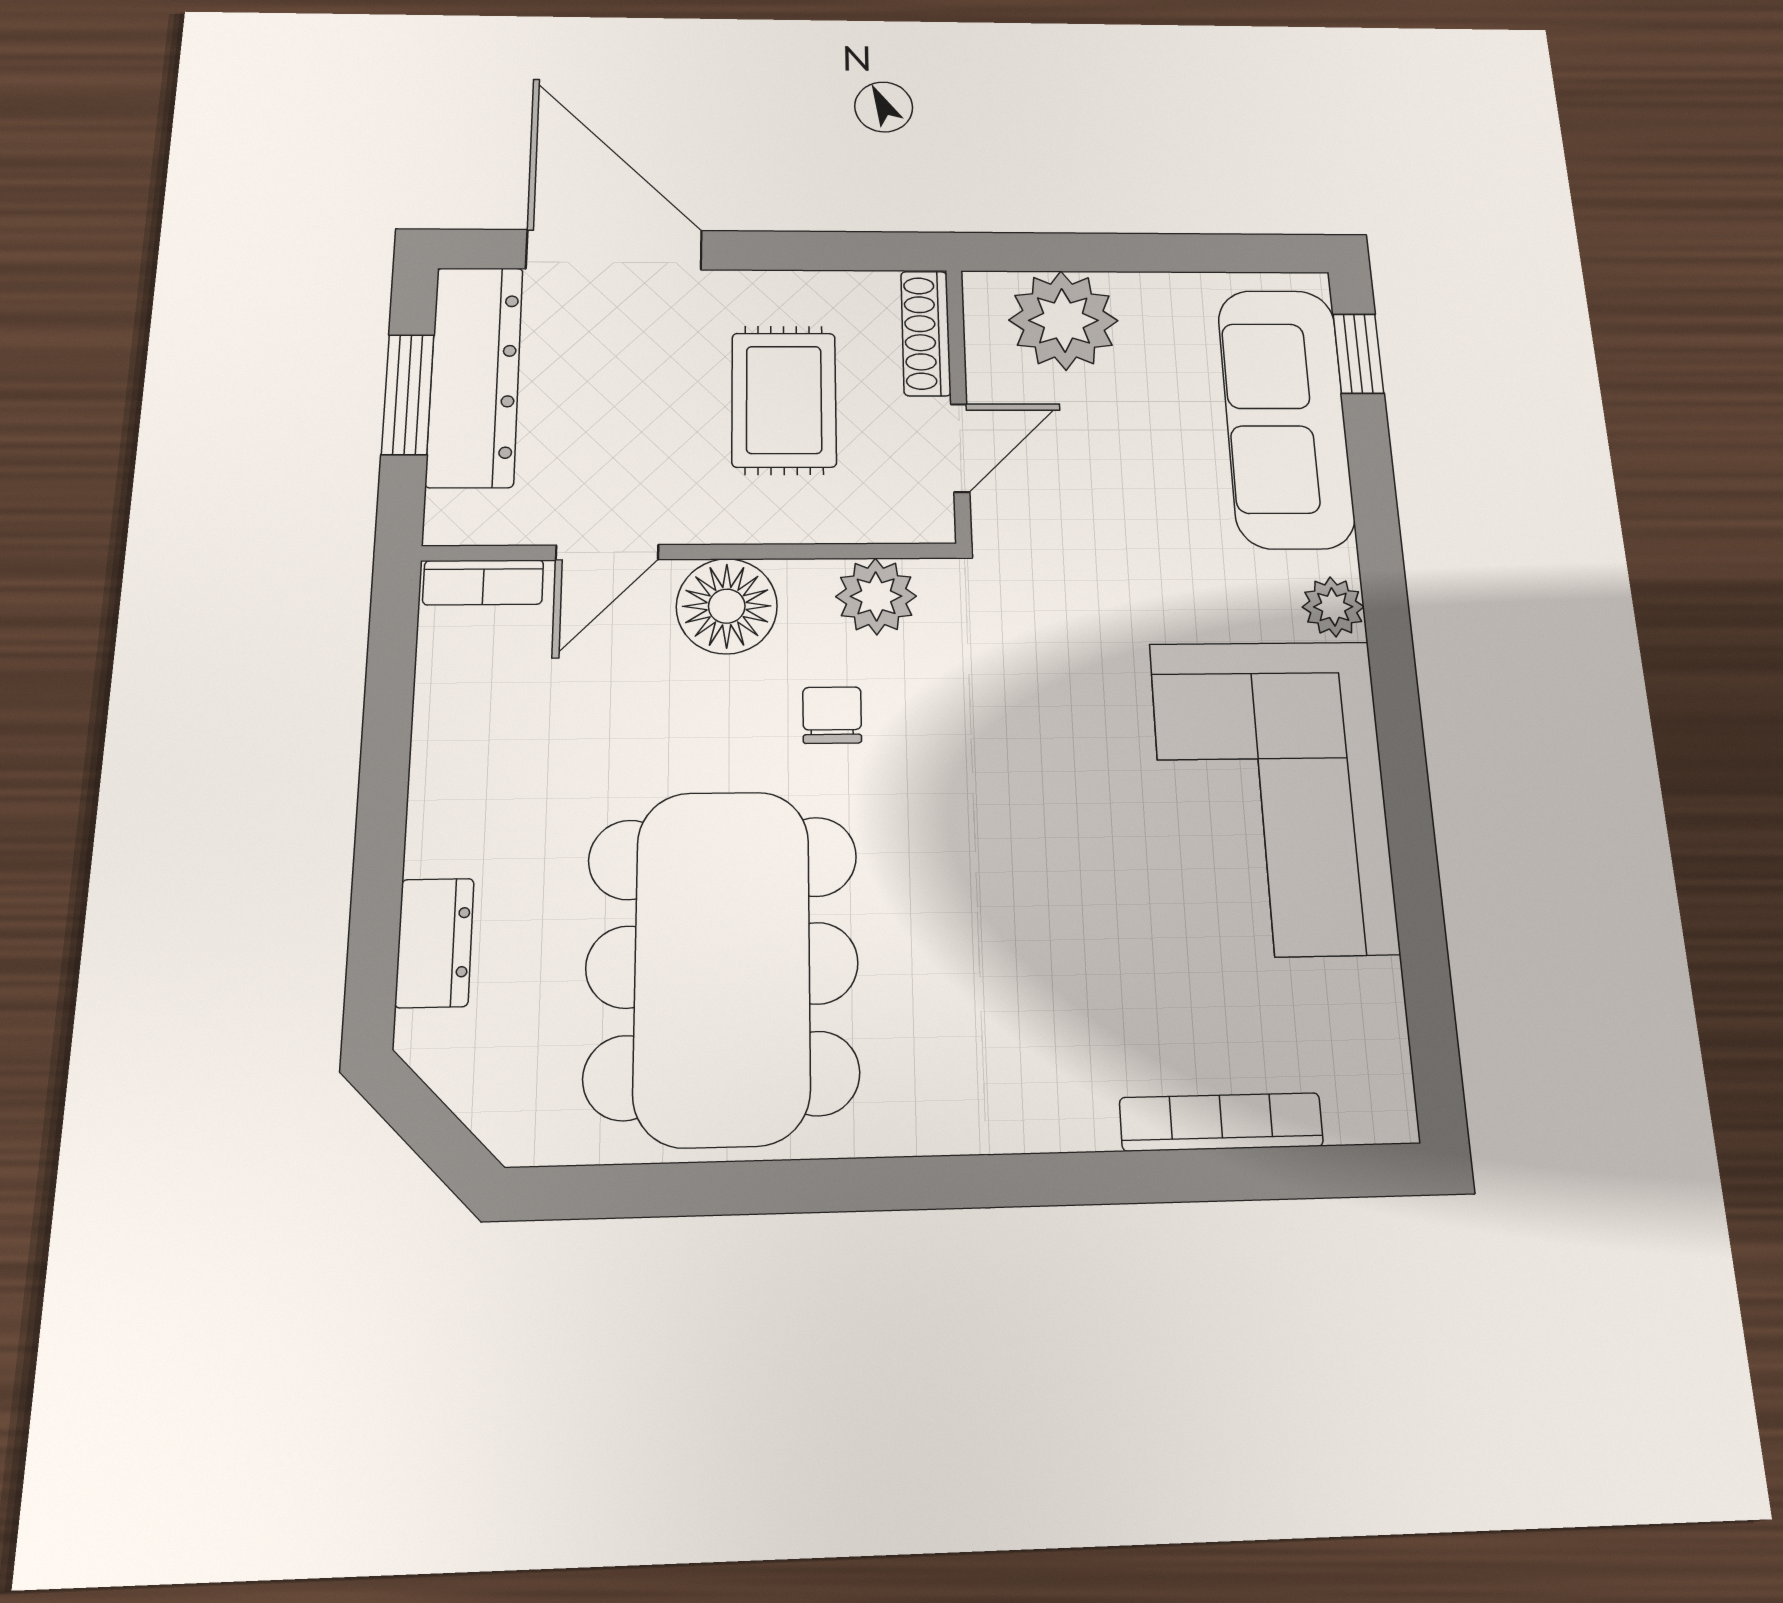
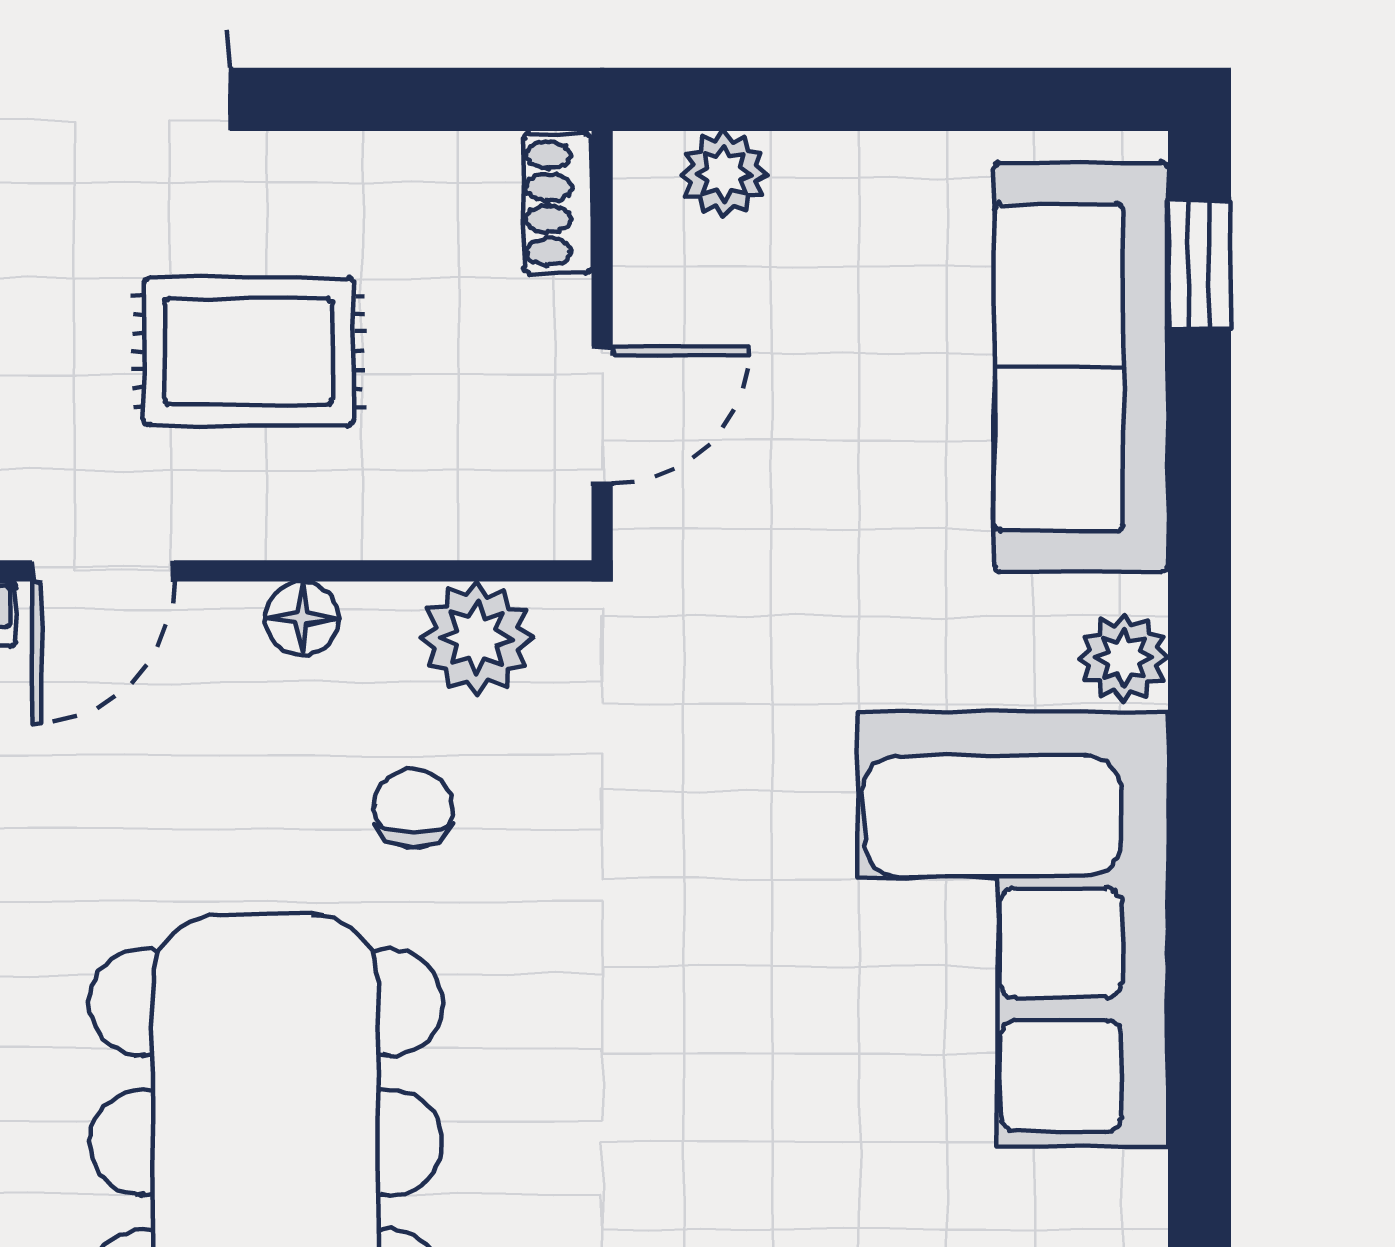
plant: (1063, 320) -> (724, 174), width x0.53, depth x0.53
shoe rack: (926, 333) -> (558, 203), width x0.70
rug: (784, 400) -> (249, 351), moved, turned 90
floor lamp: (727, 606) -> (302, 618), width x0.53, depth x0.53

